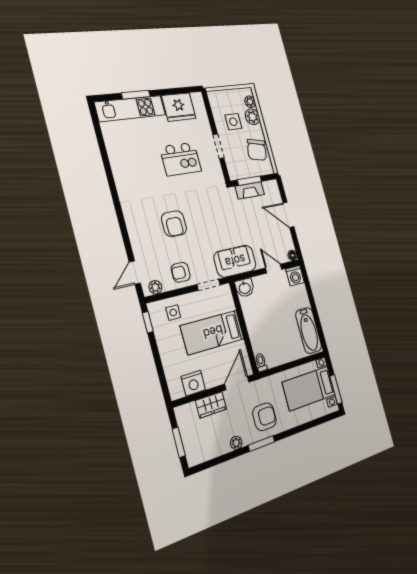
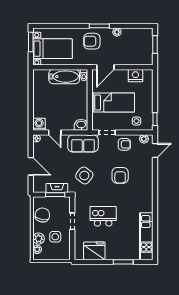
kitchen unit: (130, 109) -> (146, 236), moved, turned -90
side table: (221, 215) -> (84, 176), added
armchair: (174, 224) -> (120, 175), turned 180
bathtub: (309, 330) -> (64, 77), moved, turned 90
wardrobe: (211, 405) -> (127, 60), removed

